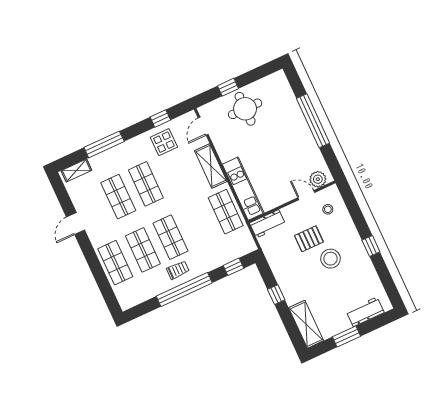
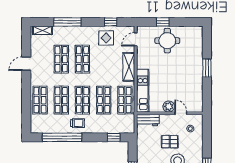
window: (313, 121) -> (207, 68), width x0.47
plant: (318, 179) -> (169, 107), moved
shop shelf: (198, 224) -> (104, 100), added
window: (184, 290) -> (62, 137), moved

